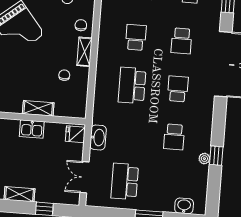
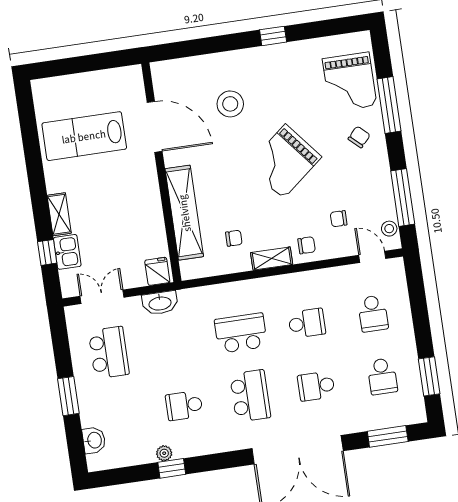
school desk: (178, 89) -> (250, 396), width x1.85
shelving: (38, 108) -> (184, 213), width x2.20, depth x1.33
kitchen sink: (32, 129) -> (67, 252), moved, turned 180
school desk: (125, 181) -> (109, 353), turned 90

